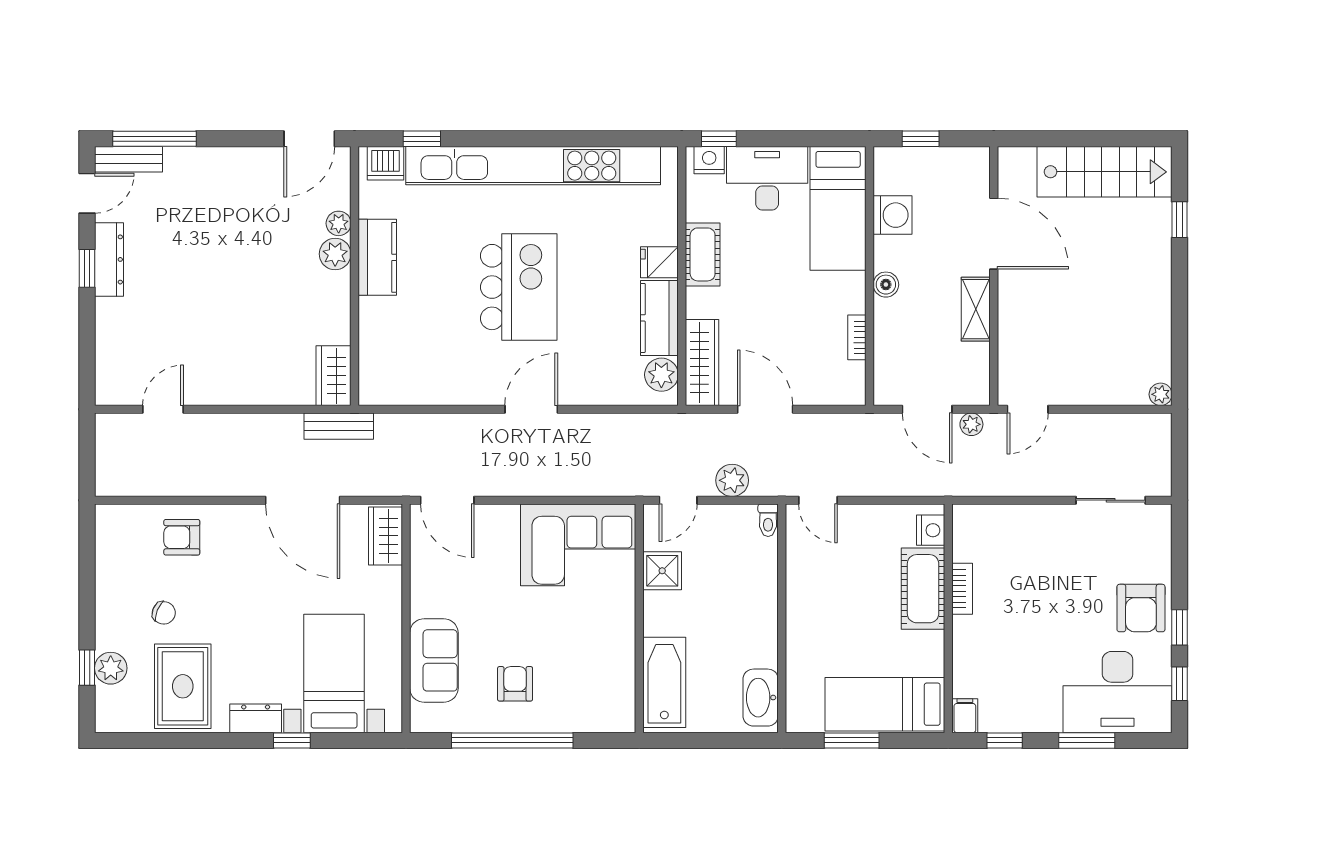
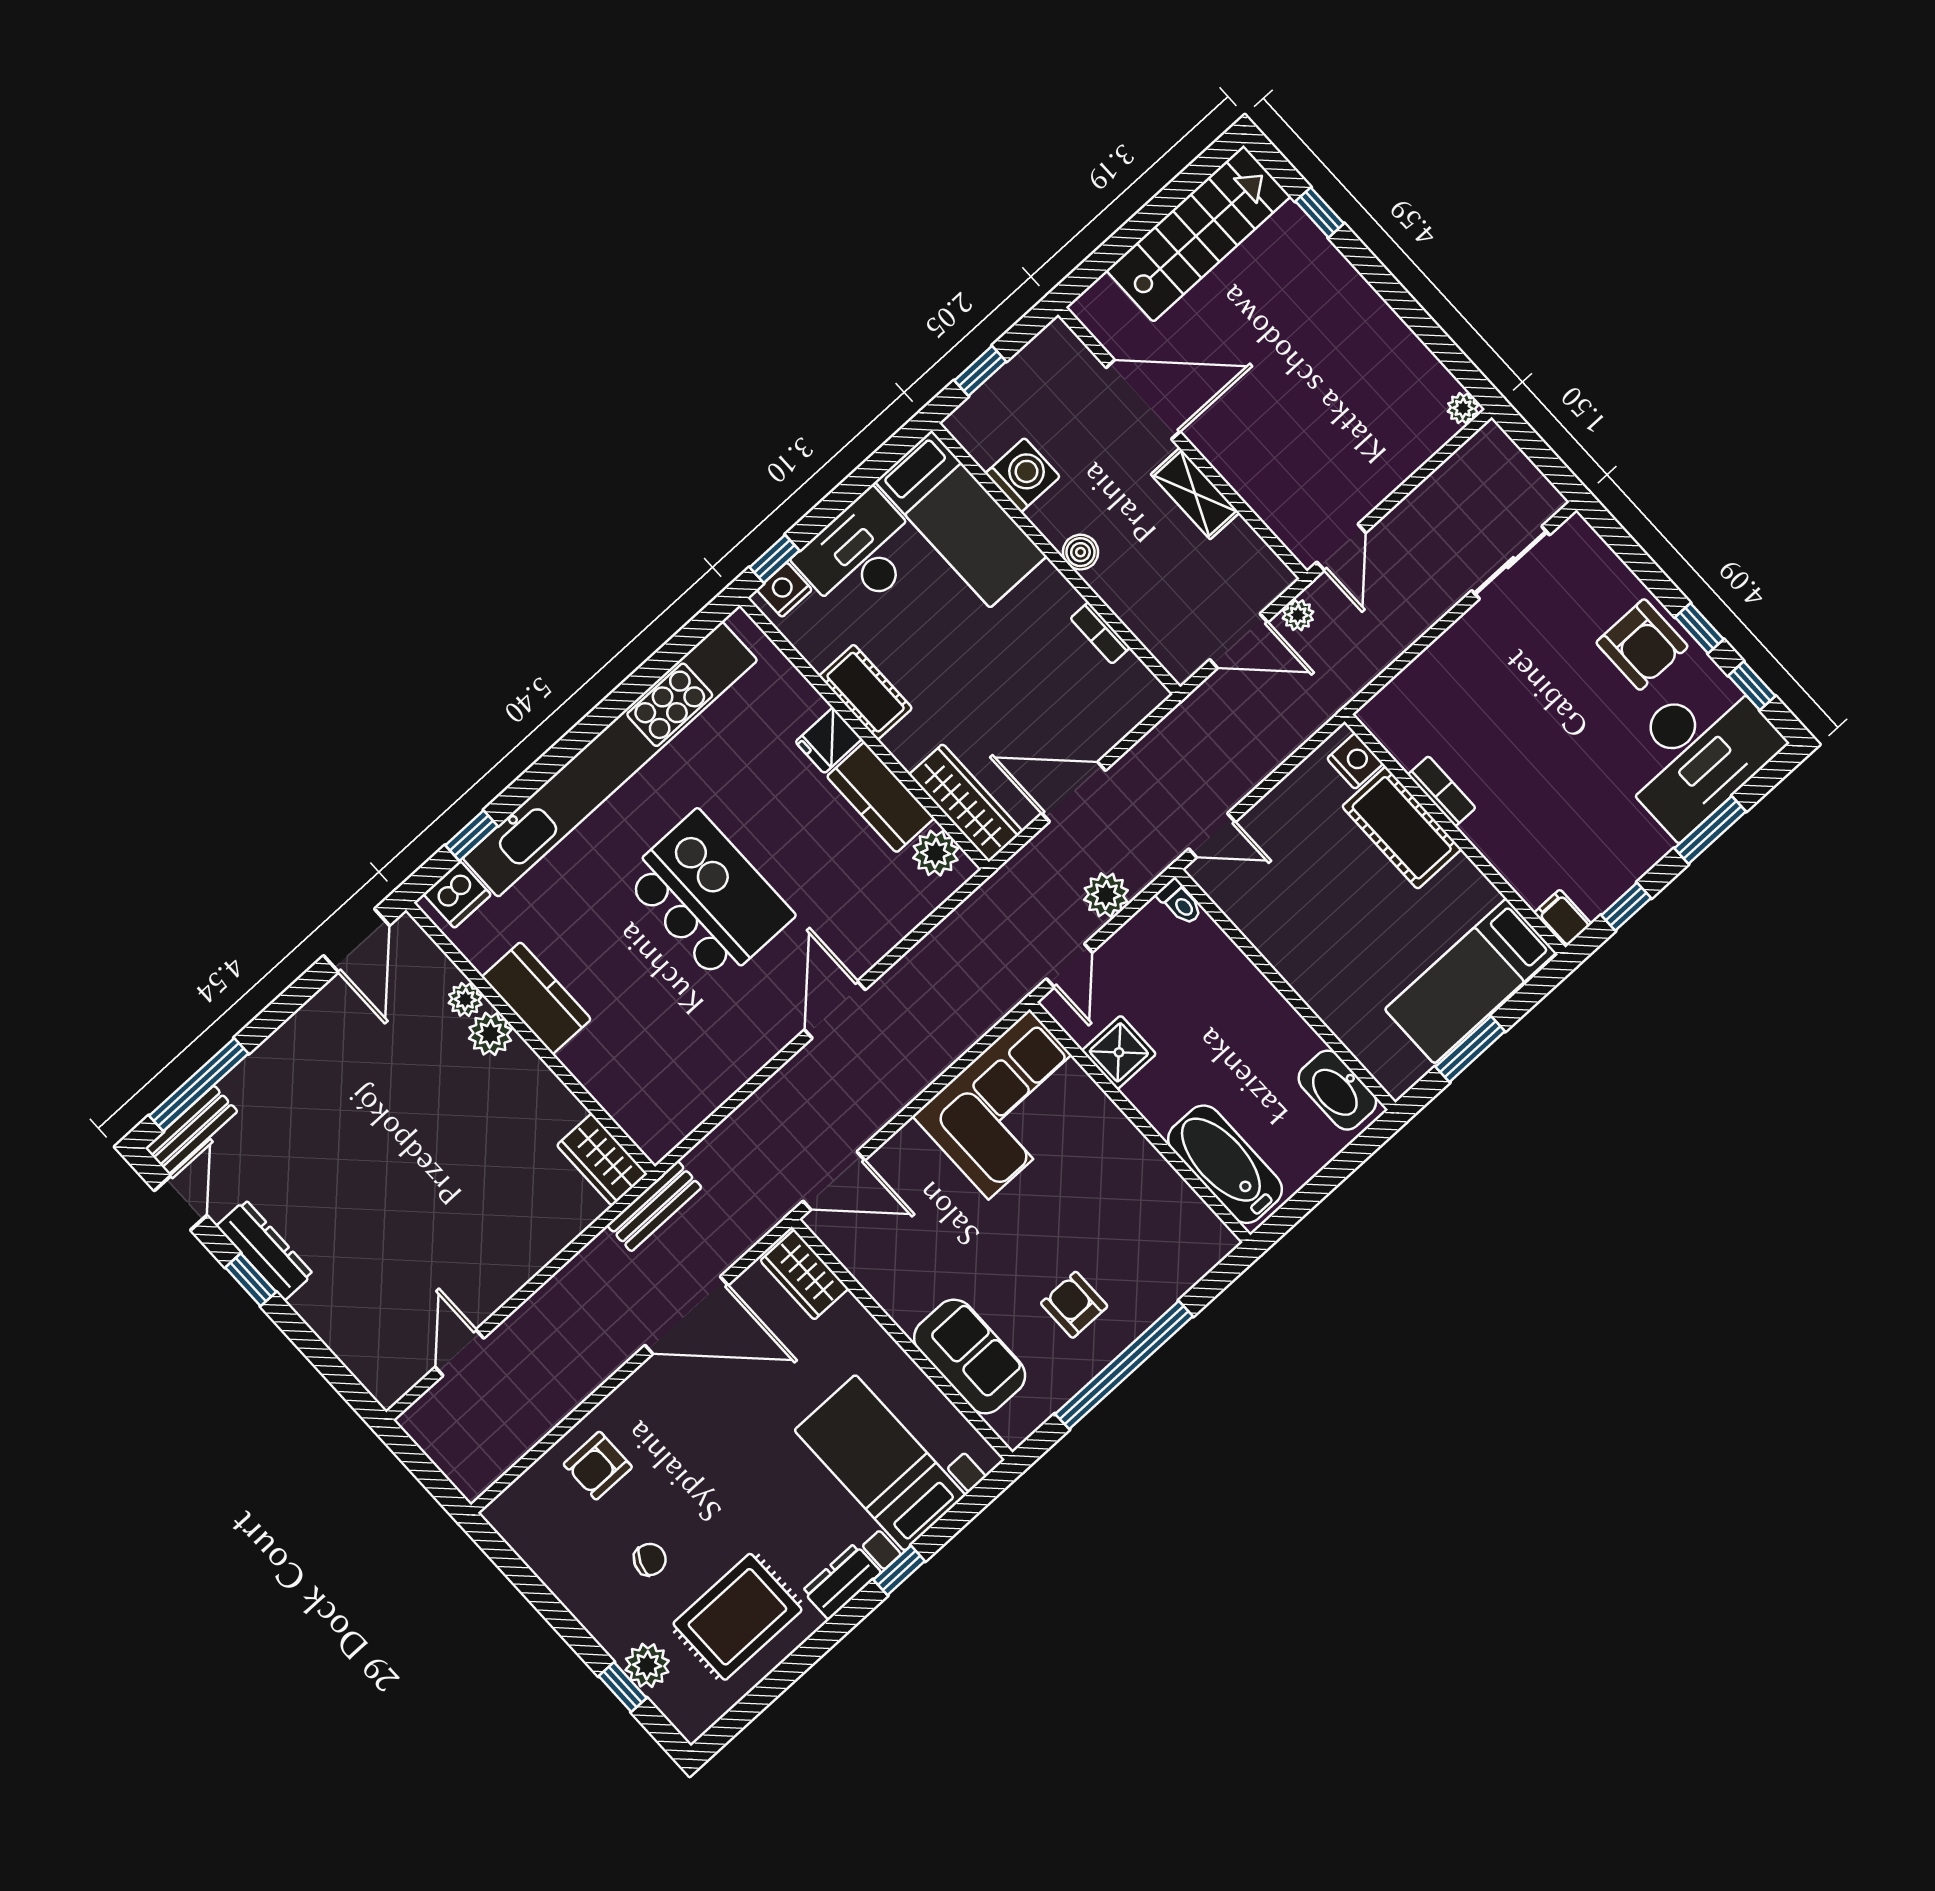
rug: (183, 686) -> (737, 1617), turned 90

